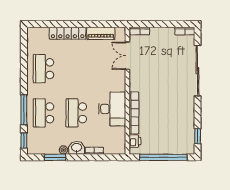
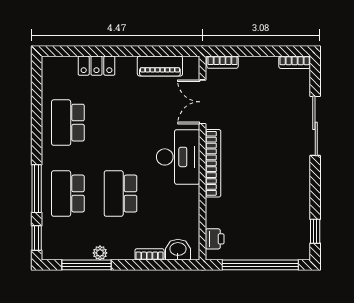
locker: (68, 33) -> (96, 66), width x0.66
sliding door: (198, 71) -> (315, 126), width x0.73
desk: (112, 109) -> (178, 157), moved
bookcase: (134, 113) -> (213, 163), moved
washbasin: (77, 148) -> (178, 250), moved
window: (55, 157) -> (86, 265), width x1.44

